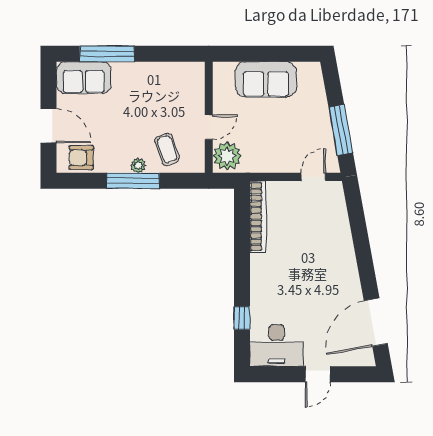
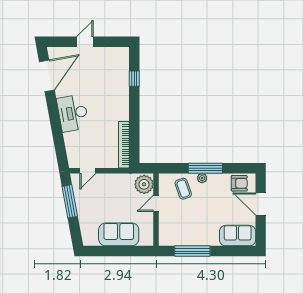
window: (107, 54) -> (192, 251), moved
desk: (277, 345) -> (73, 113), moved, turned -100

